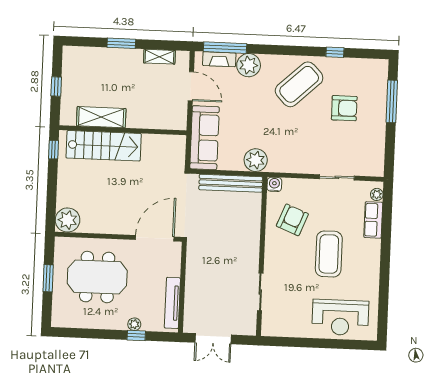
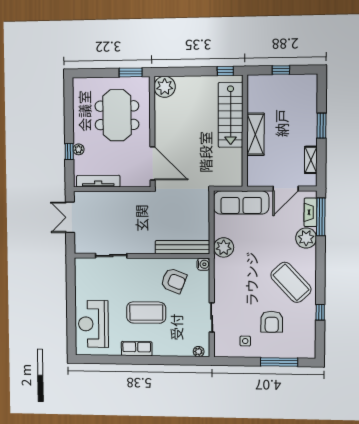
shelving: (101, 117) -> (255, 134), moved
side table: (366, 140) -> (245, 341), added
bench: (231, 183) -> (182, 247), moved, turned 90
row of seats: (373, 220) -> (137, 349), moved
window: (48, 278) -> (131, 72), moved

